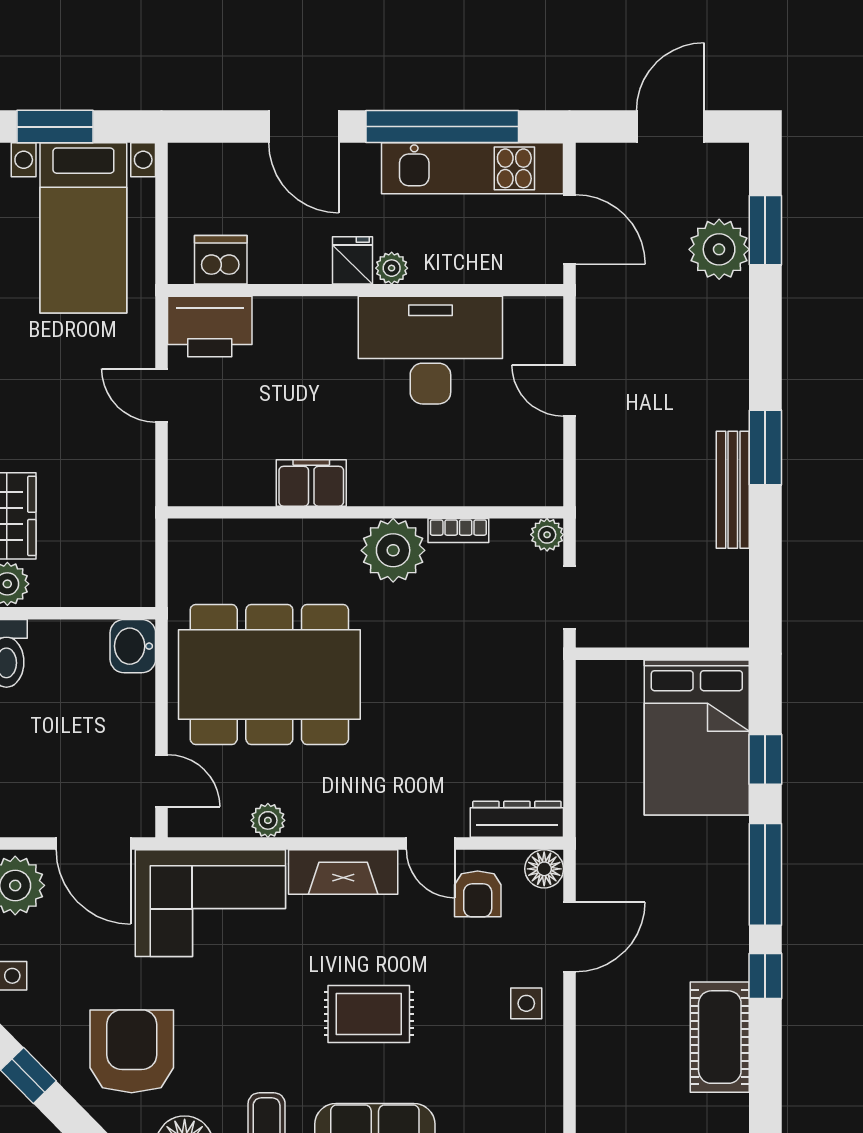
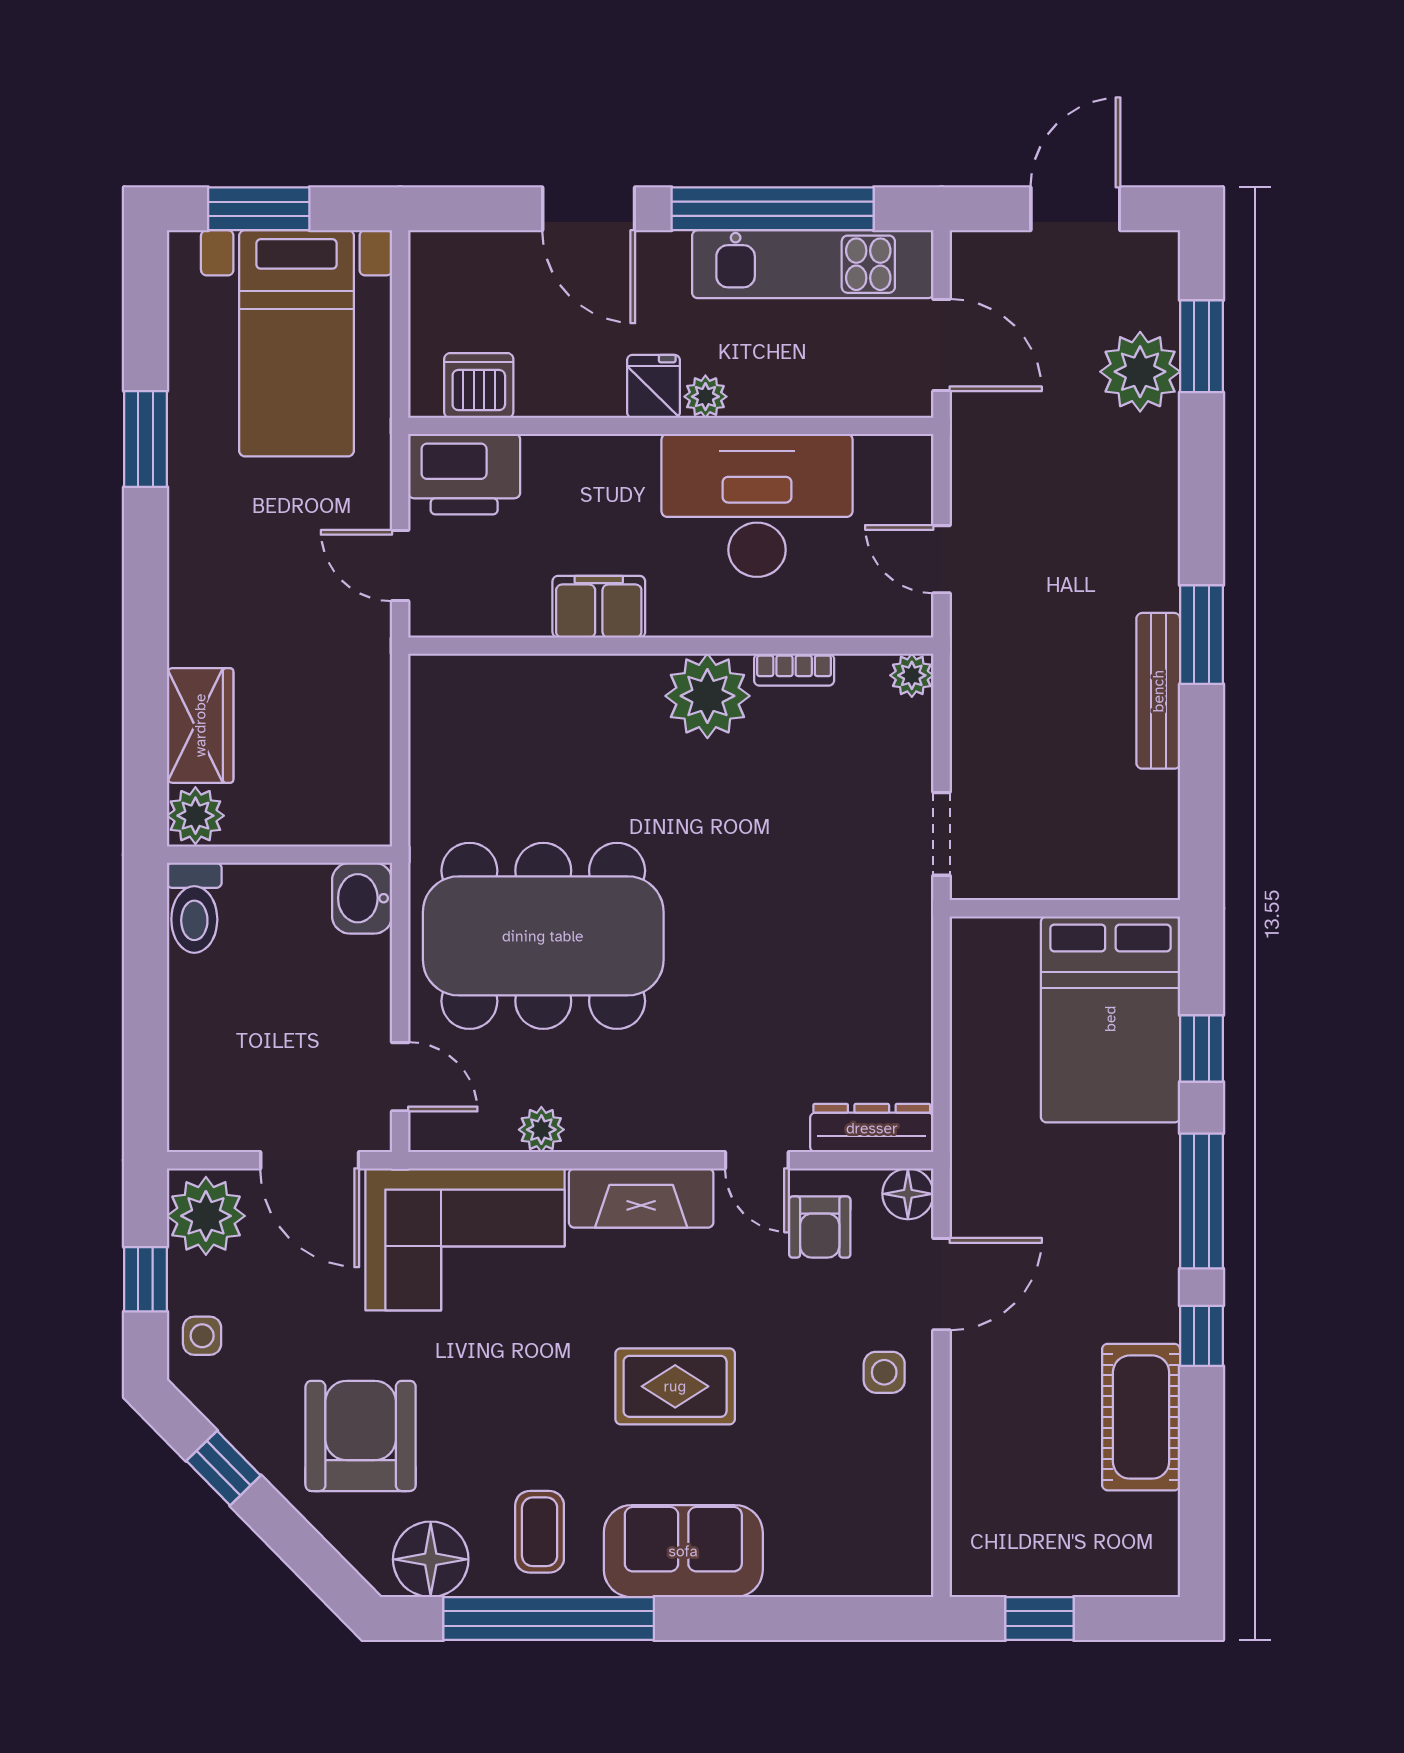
filing cabinet: (311, 483) -> (599, 607), moved
wall: (365, 512) -> (671, 646), moved
bookcase: (458, 530) -> (794, 670), moved
plant: (547, 535) -> (912, 675), moved
plant: (393, 550) -> (707, 696), moved

